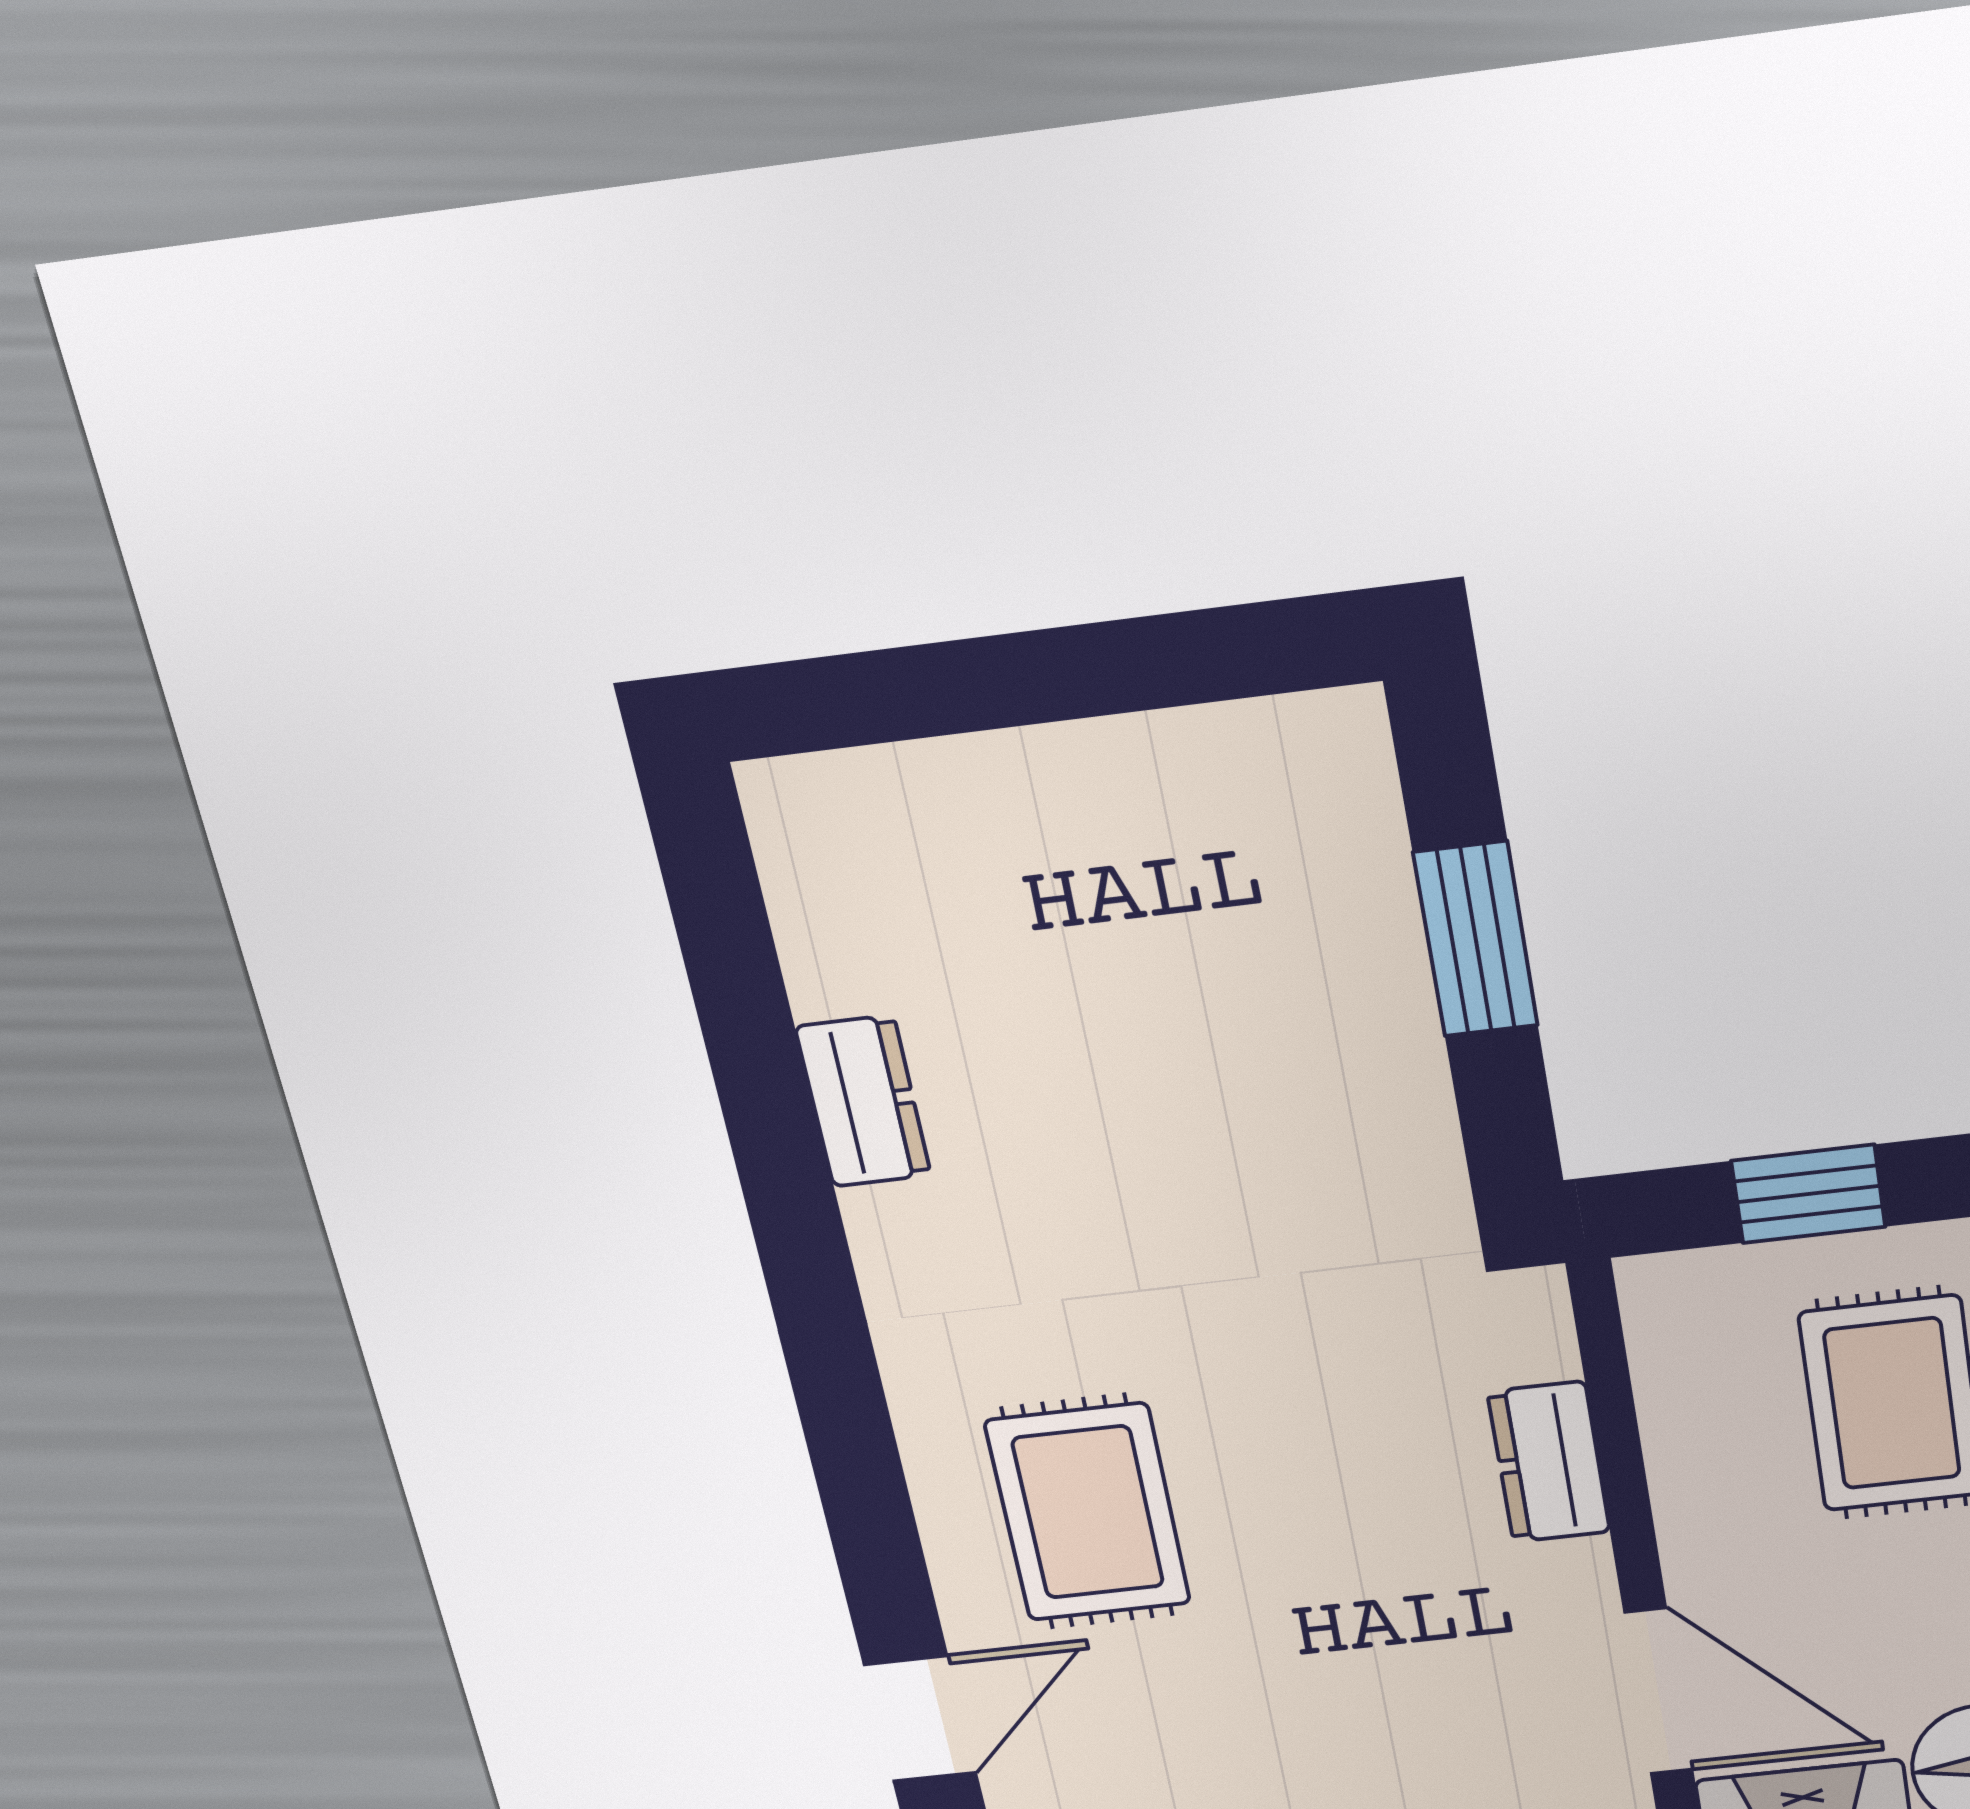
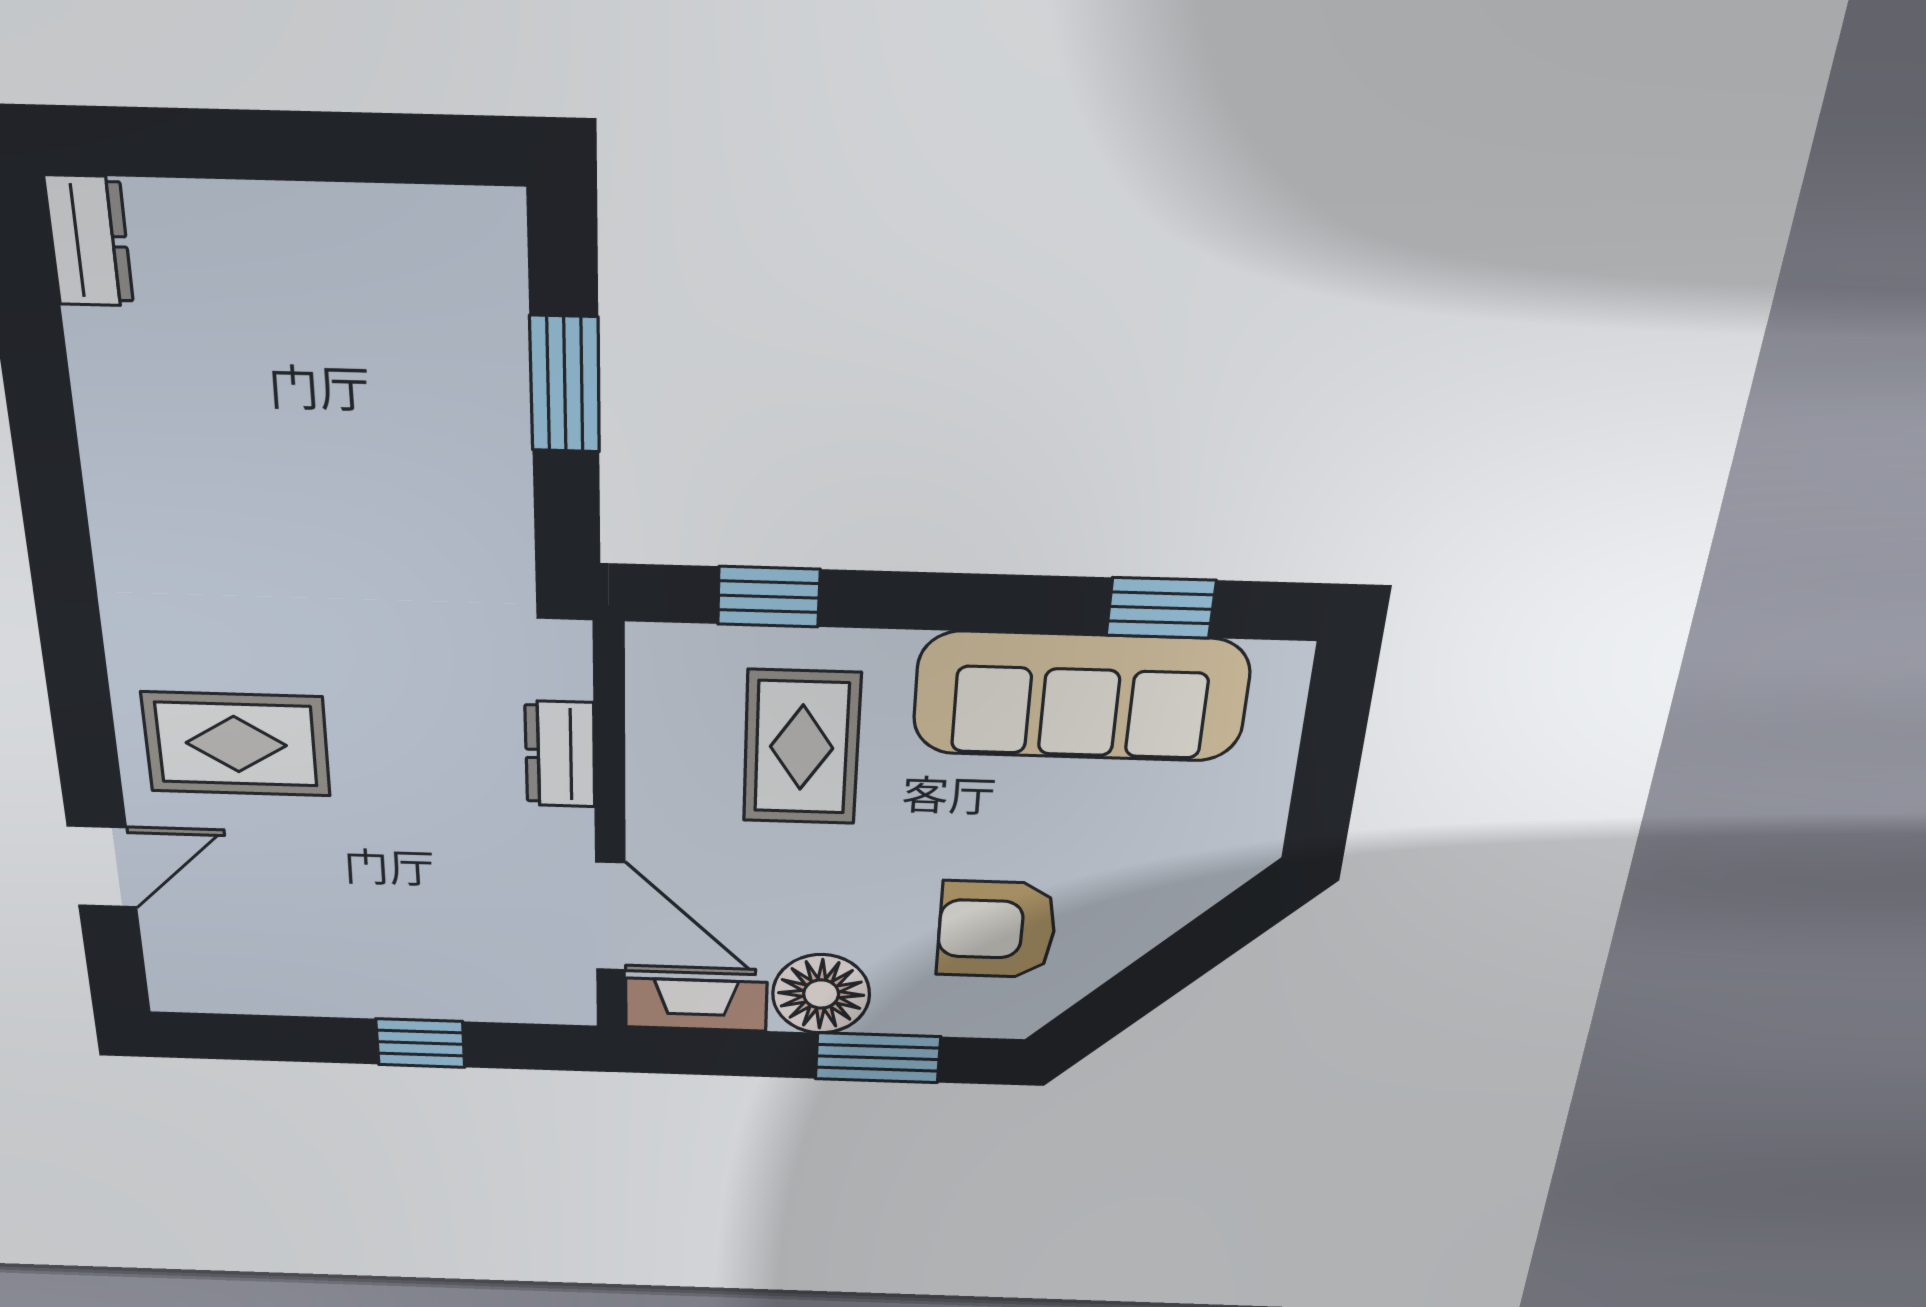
dresser: (863, 1101) -> (89, 241), moved
rug: (1088, 1512) -> (236, 744), turned 90

